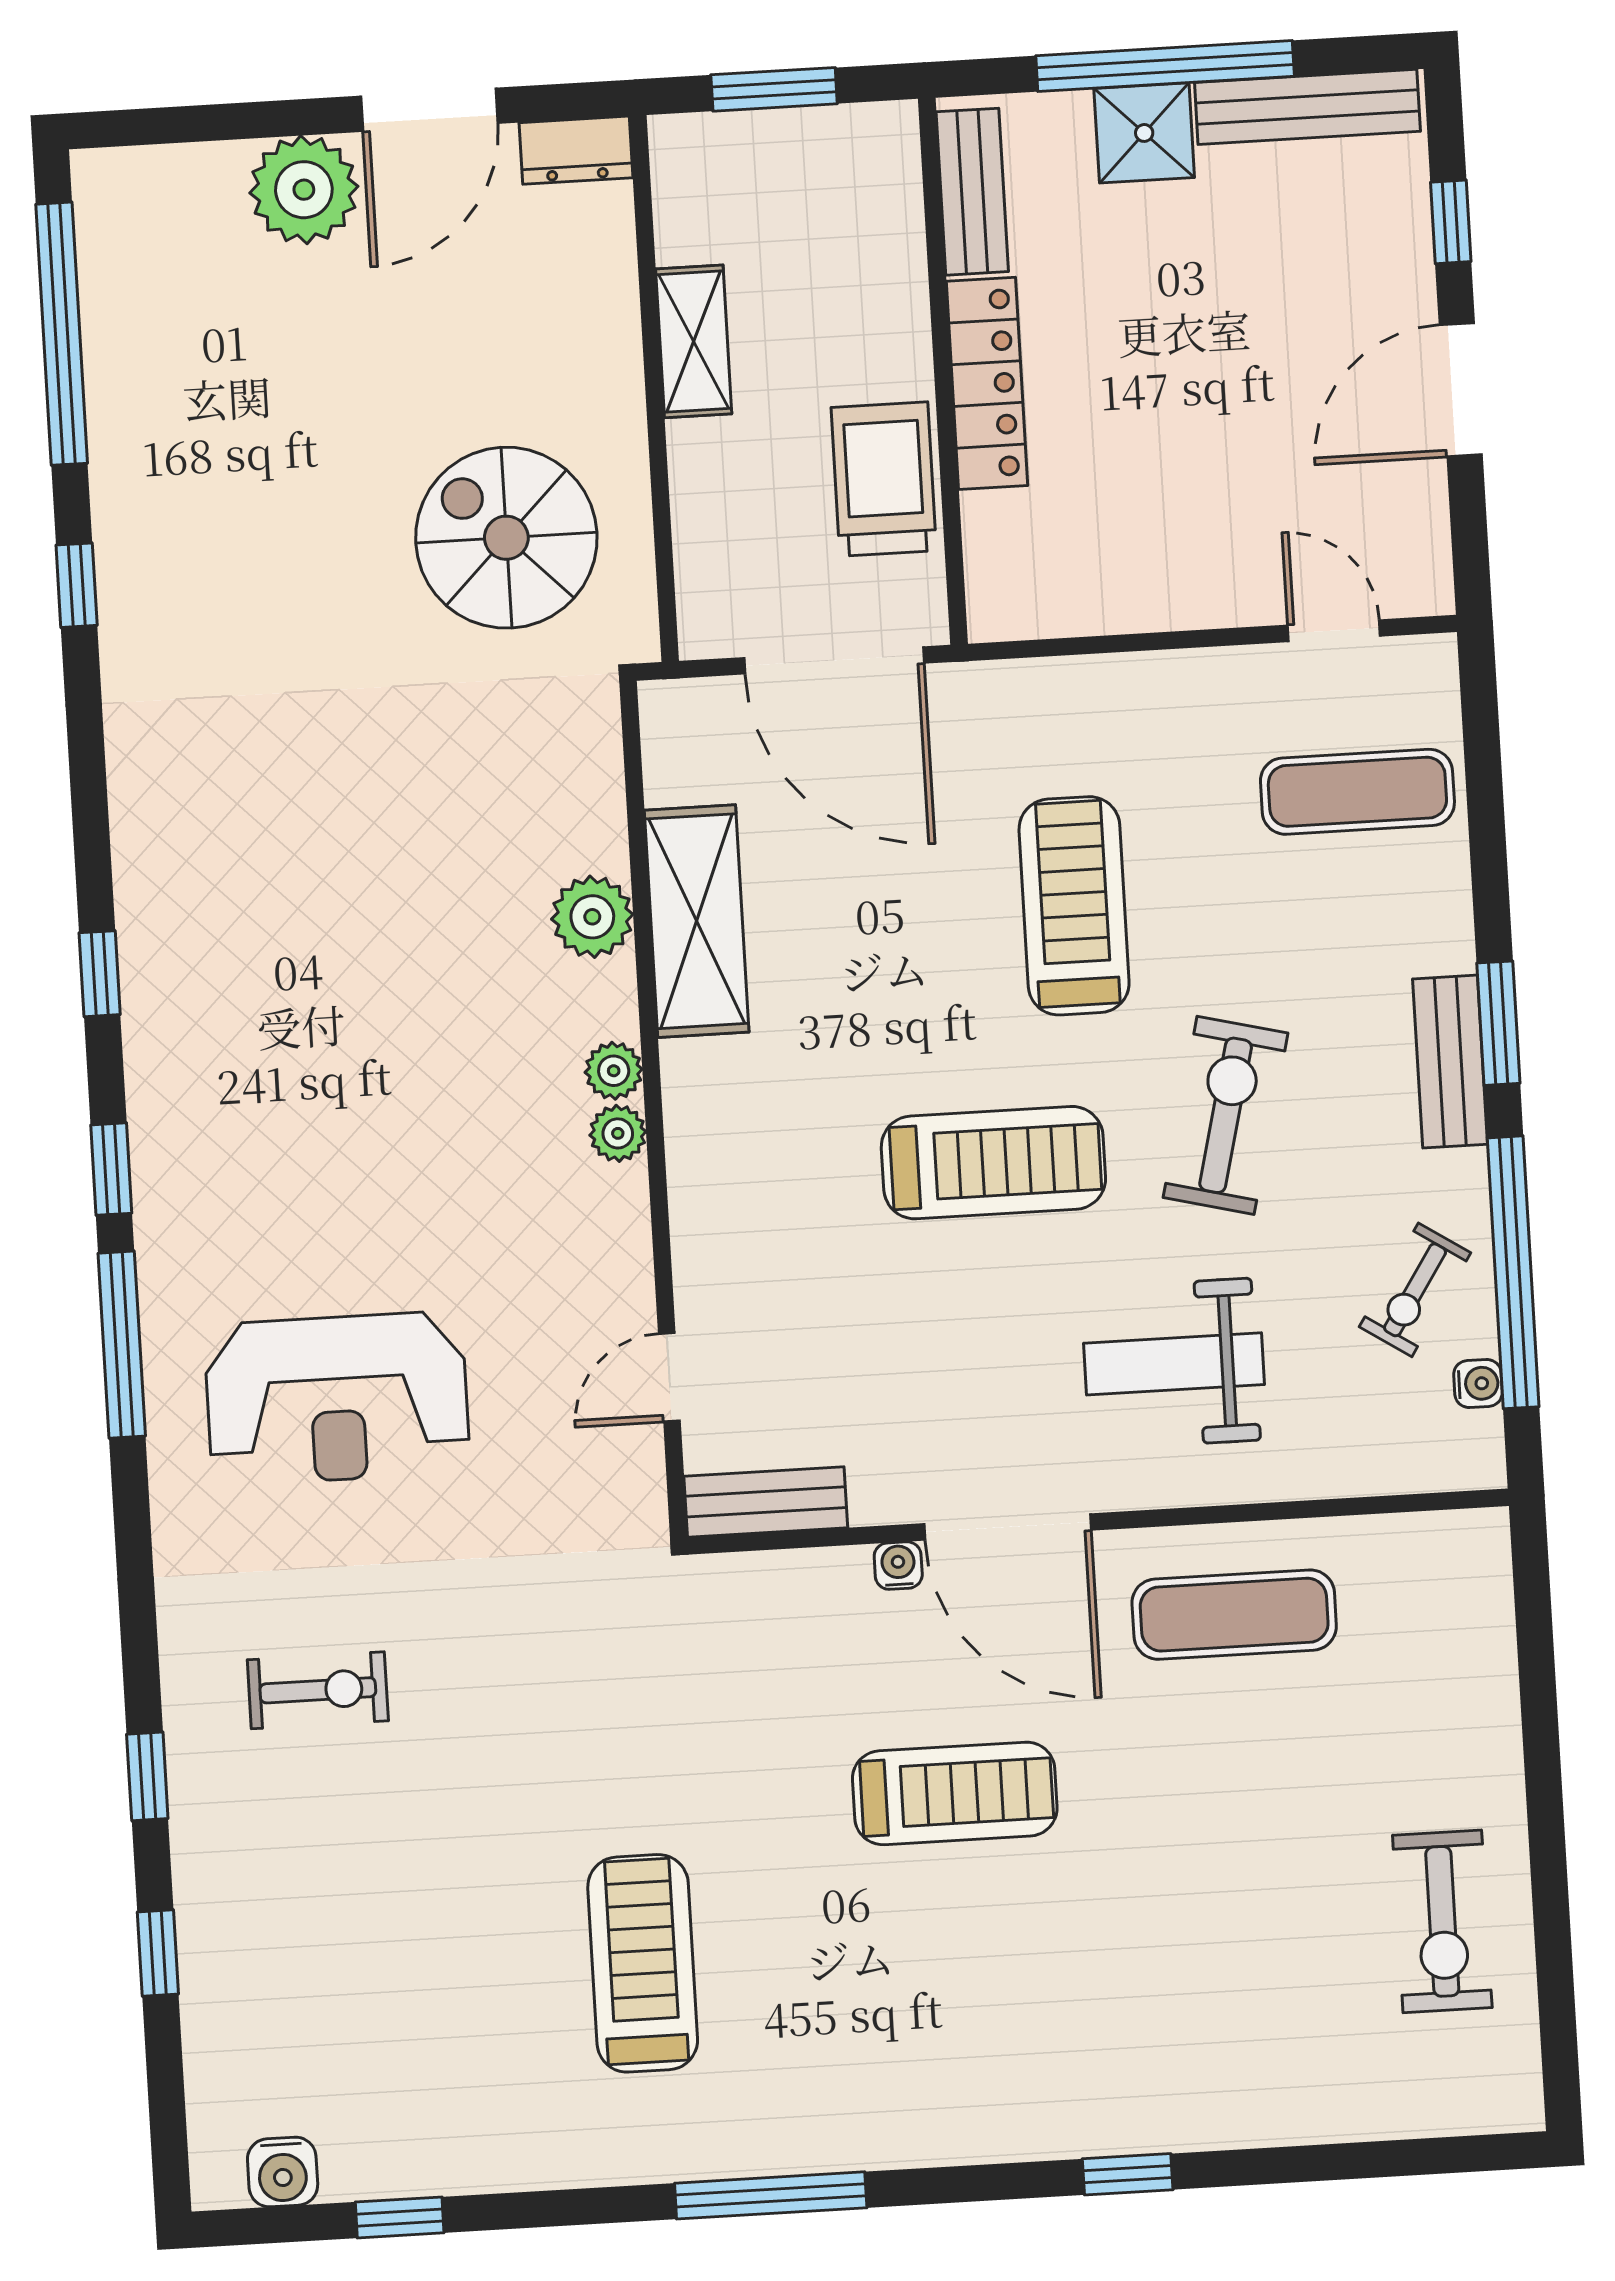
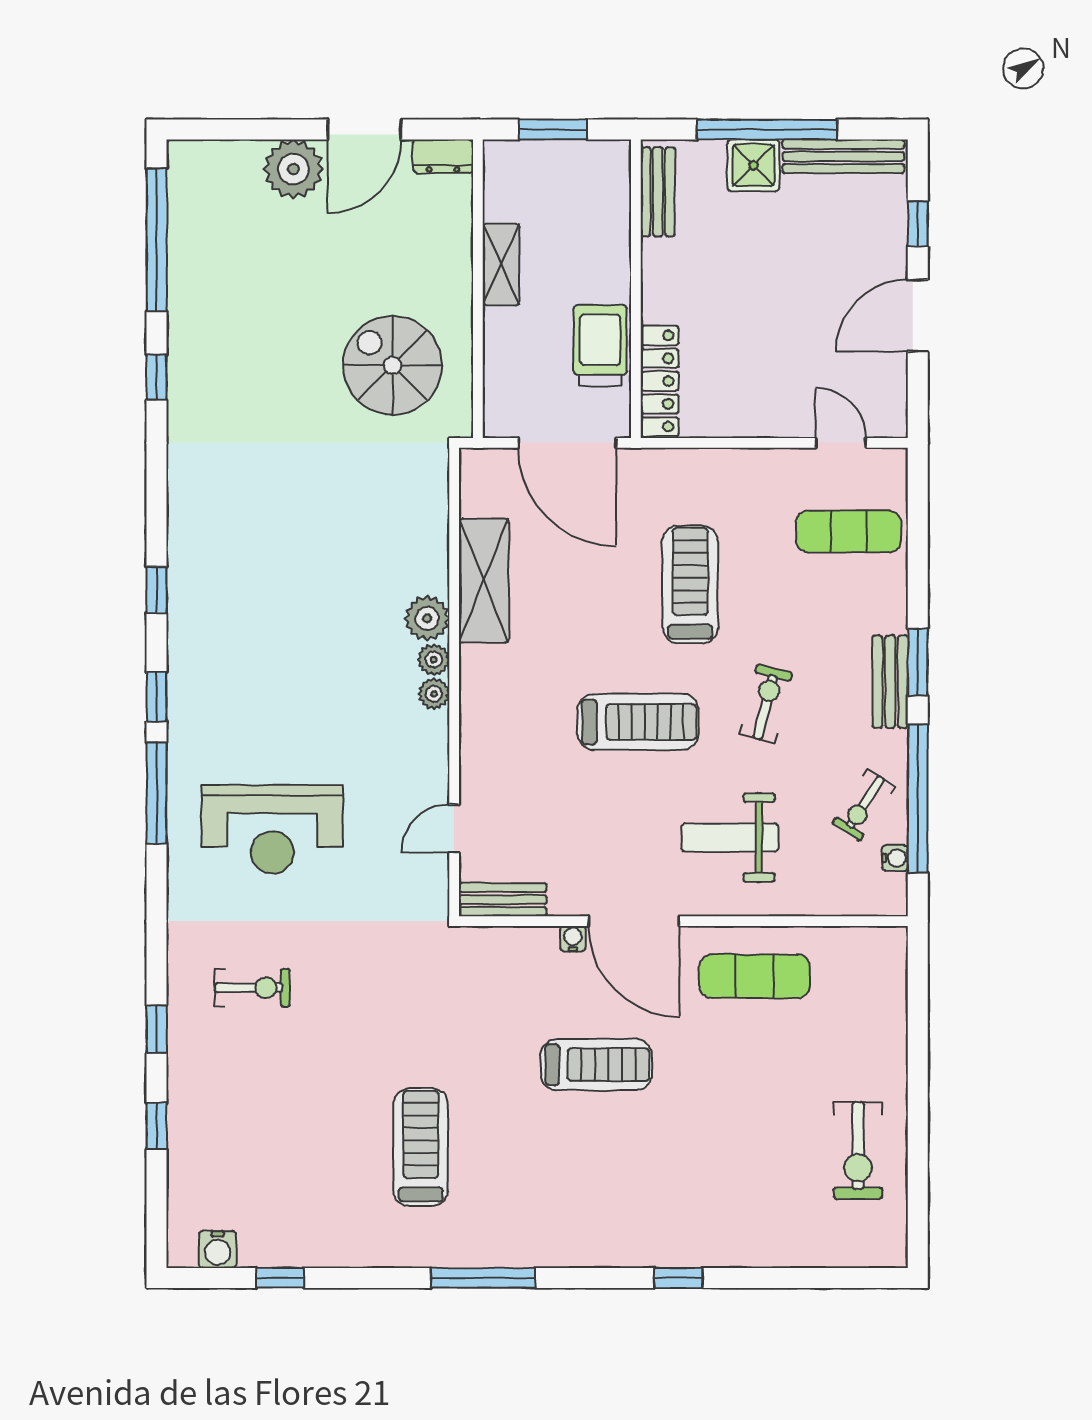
locker: (987, 383) -> (660, 381), moved
plant: (592, 917) -> (427, 618), moved
exercise bike: (1226, 1115) -> (766, 704), width x0.73, depth x0.72

